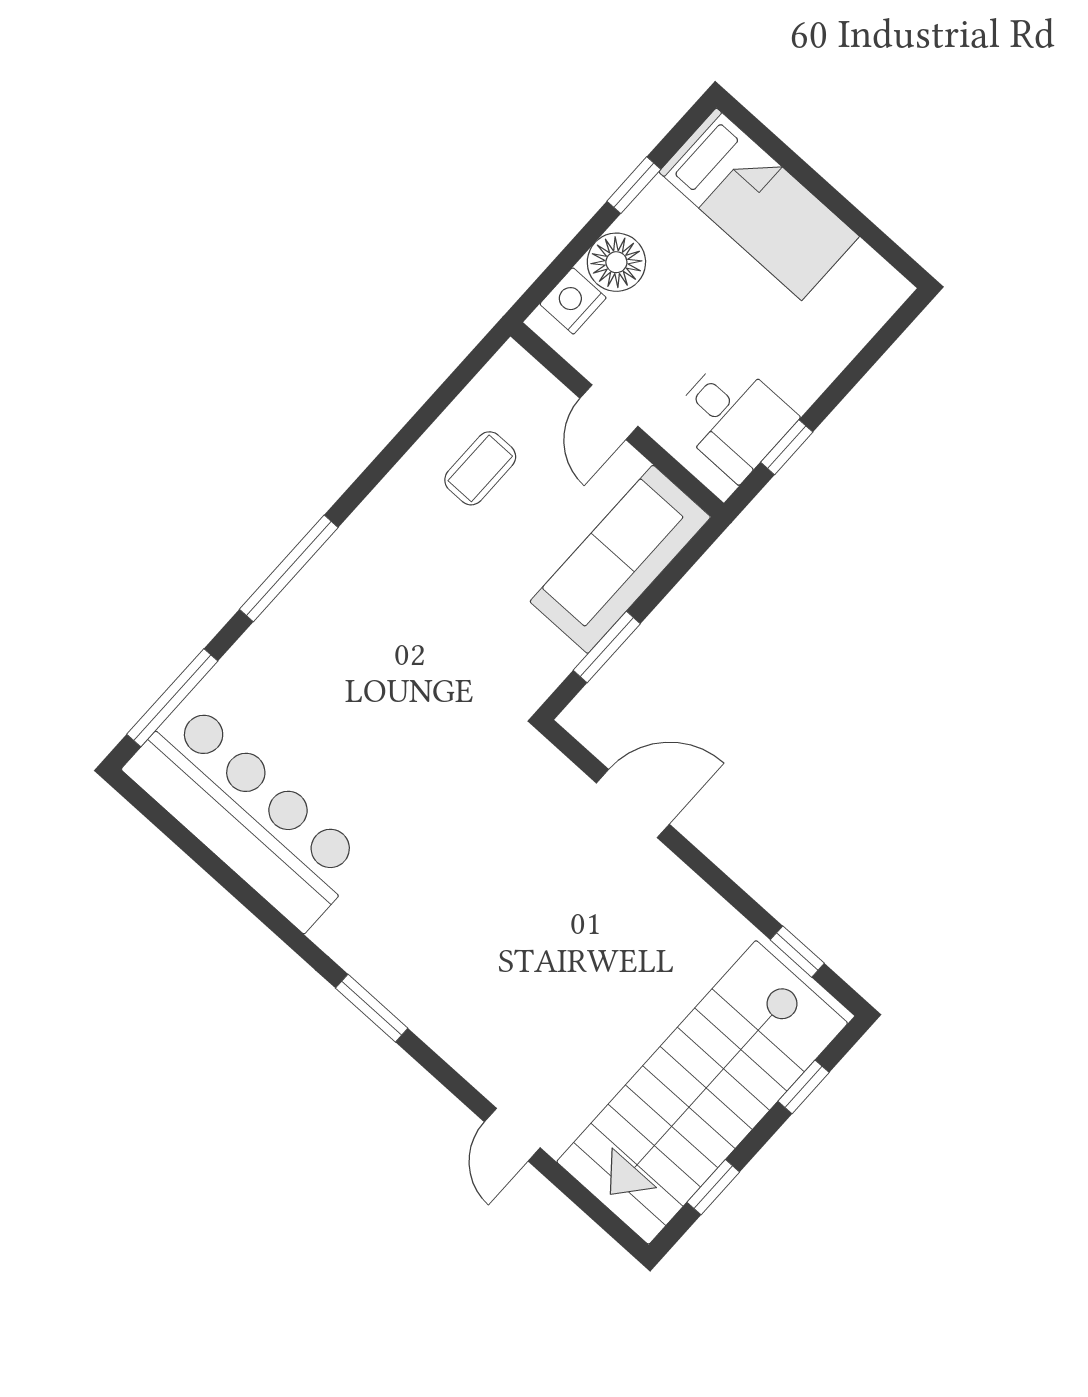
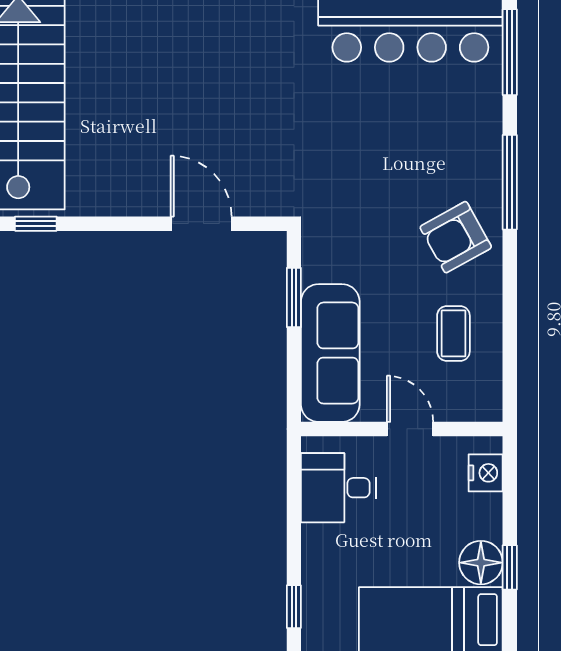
floor lamp: (616, 262) -> (481, 563), moved
window: (787, 447) -> (294, 607), moved
armchair: (392, 562) -> (456, 237), added
door: (633, 804) -> (201, 224), swing flipped

